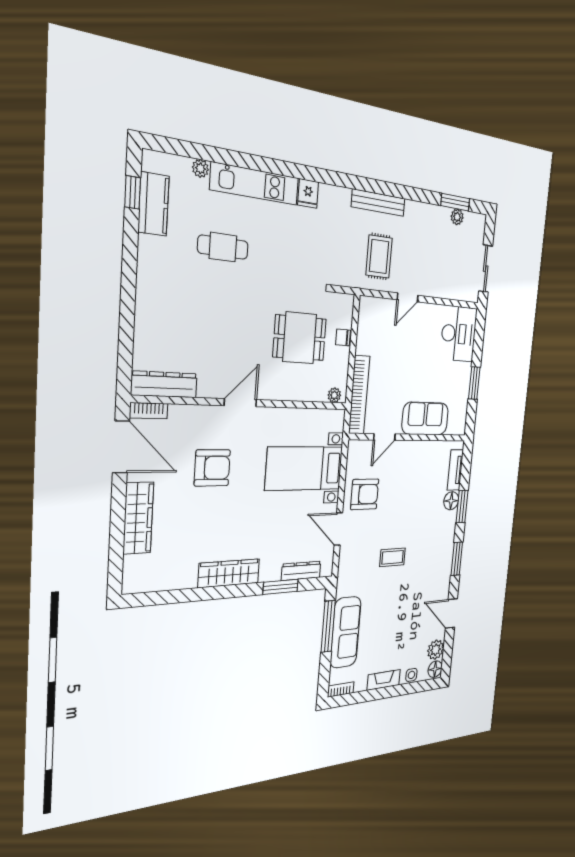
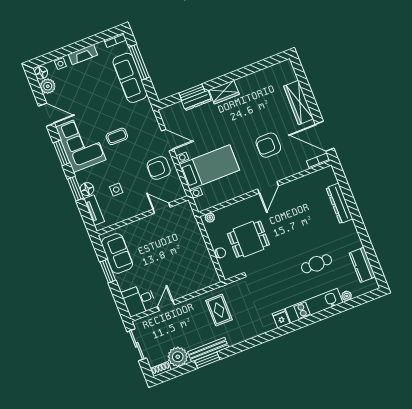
window: (133, 192) -> (375, 265), removed
window: (455, 202) -> (207, 360), moved
bench: (378, 203) -> (208, 350), moved
plant: (457, 217) -> (178, 357), width x1.88, depth x1.88
shoe rack: (475, 219) -> (161, 369), added
door: (408, 298) -> (166, 306), moved
desk: (459, 334) -> (139, 300), width x0.73
dresser: (164, 384) -> (339, 203), moved, turned 90
bookcase: (359, 395) -> (193, 225), removed
sofa: (425, 419) -> (117, 254), moved, turned -90
door: (384, 437) -> (162, 208), hinge flipped
side table: (422, 486) -> (116, 190), added
corner sofa: (433, 563) -> (81, 143), added
dresser: (301, 571) -> (197, 101), moved
wardrobe: (229, 573) -> (224, 92), width x0.67
window: (328, 626) -> (139, 62), moved

